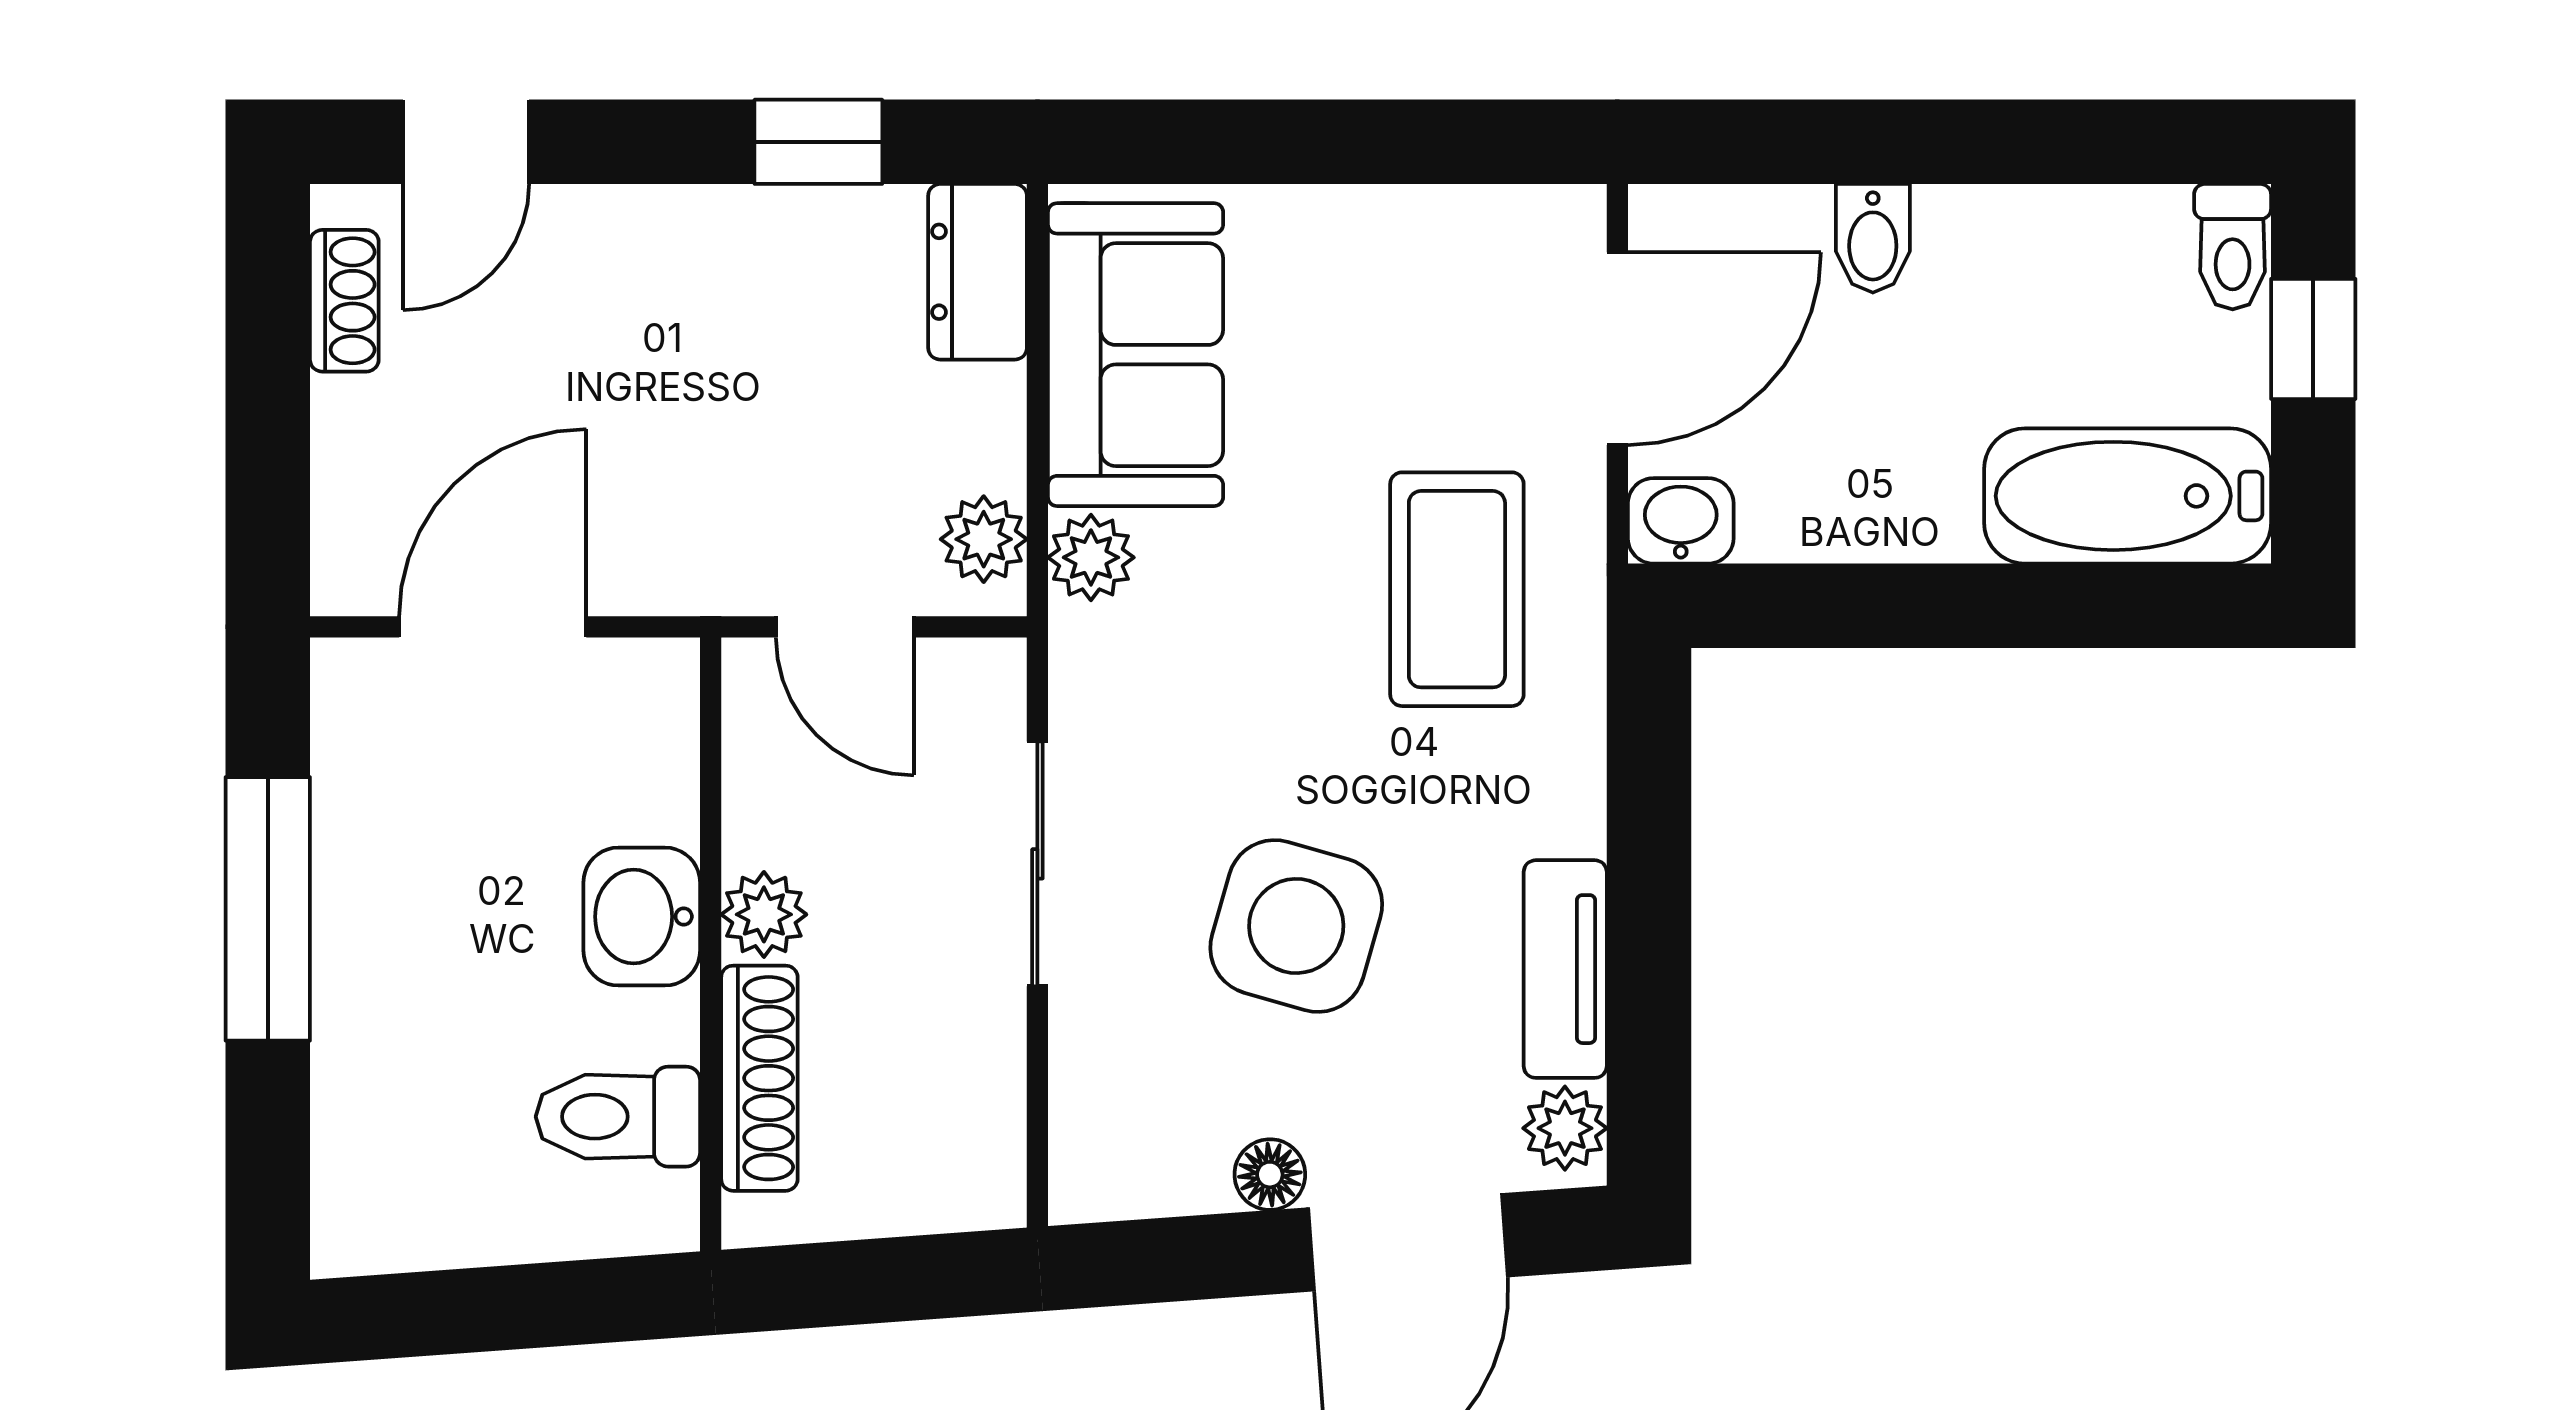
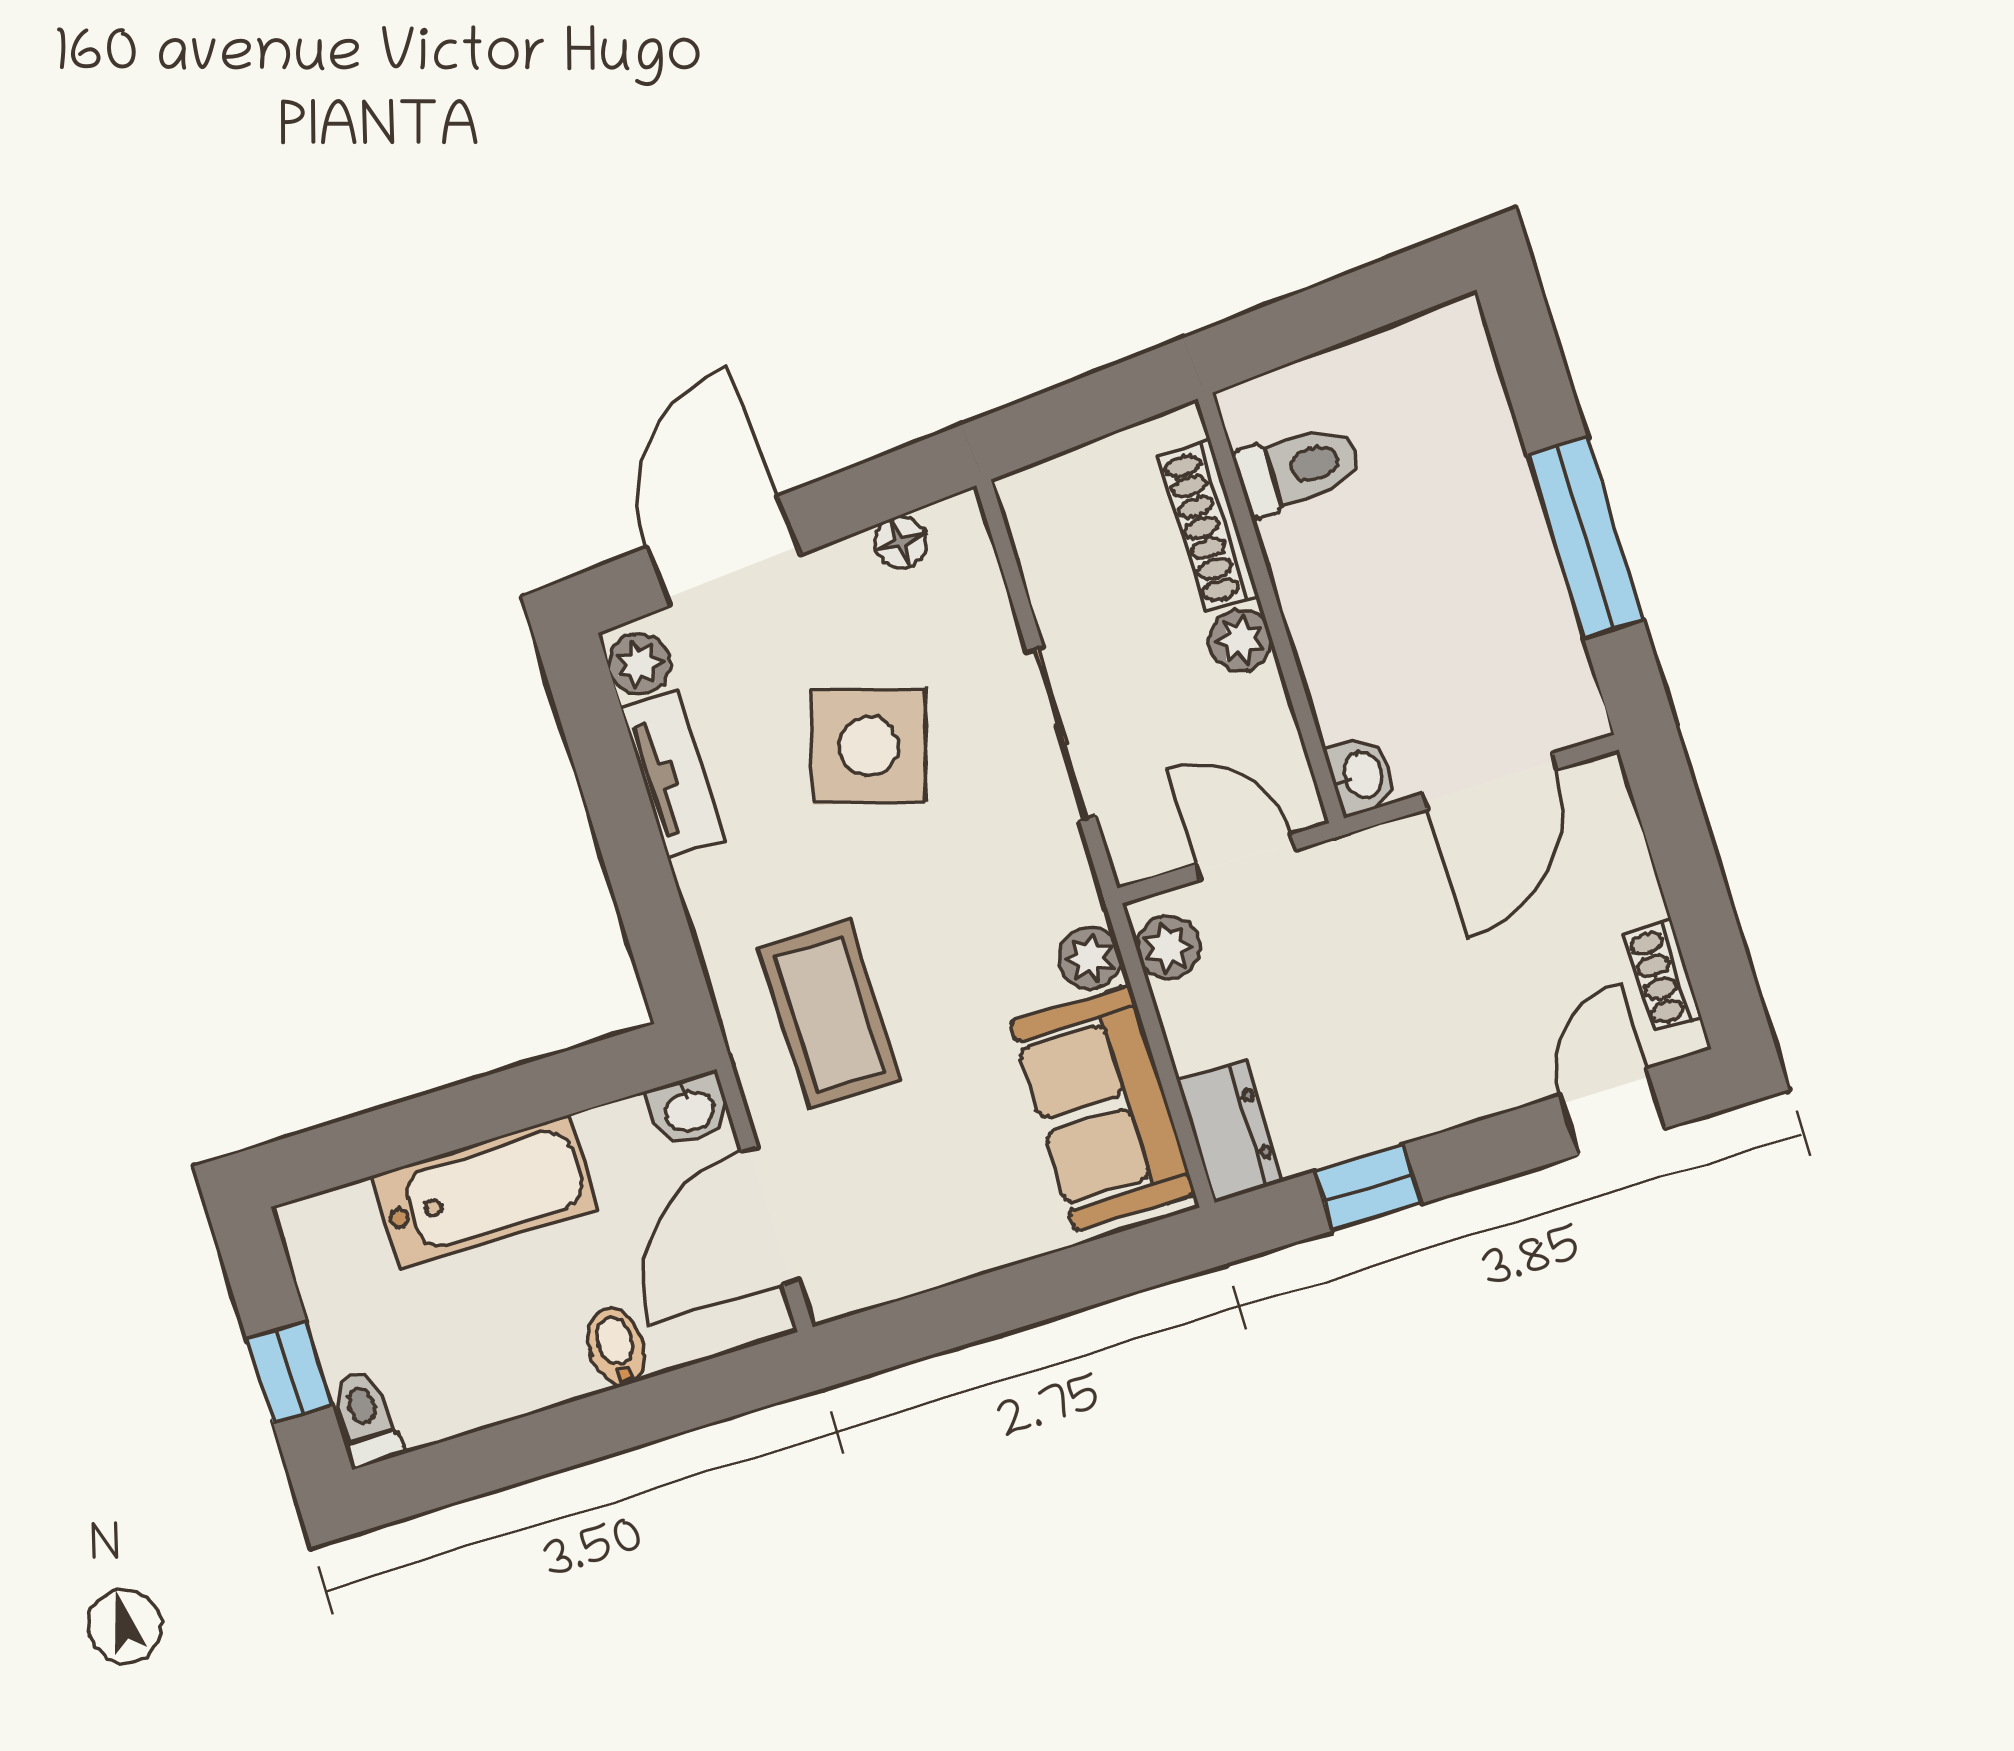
bathtub: (2128, 496) -> (485, 1192), moved
washbasin: (642, 917) -> (1361, 775), moved, width x0.72, depth x0.69
floor lamp: (1270, 1175) -> (900, 542), moved

